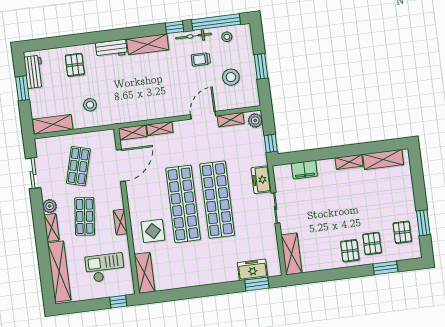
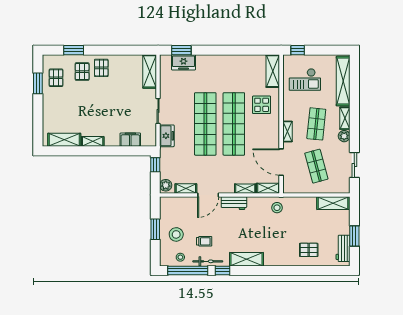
workbench: (111, 49) -> (234, 203), moved, turned 180
pallet: (75, 65) -> (309, 250), turned 90
stool: (231, 77) -> (176, 234), moved
stool: (90, 105) -> (277, 208), moved
shop shelf: (78, 166) -> (316, 166), turned -30
door: (121, 166) -> (281, 162), hinge flipped
shelving: (120, 222) -> (287, 132), moved

